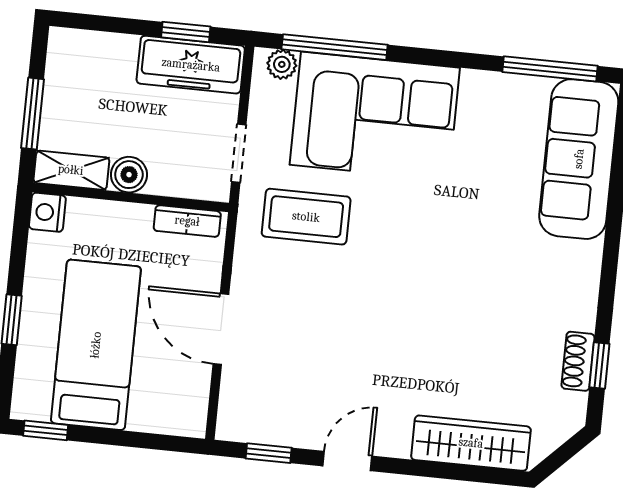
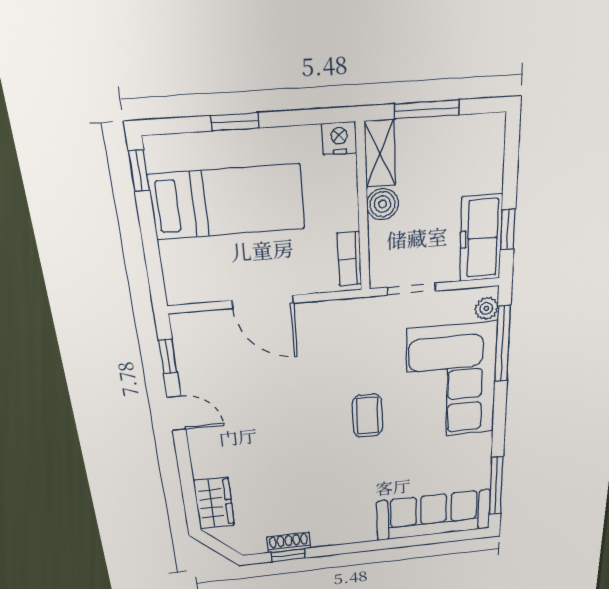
coffee table: (306, 217) -> (367, 416), moved, width x0.73, depth x0.77
door: (221, 329) -> (263, 302), swing flipped
wardrobe: (471, 443) -> (214, 503), width x0.67

